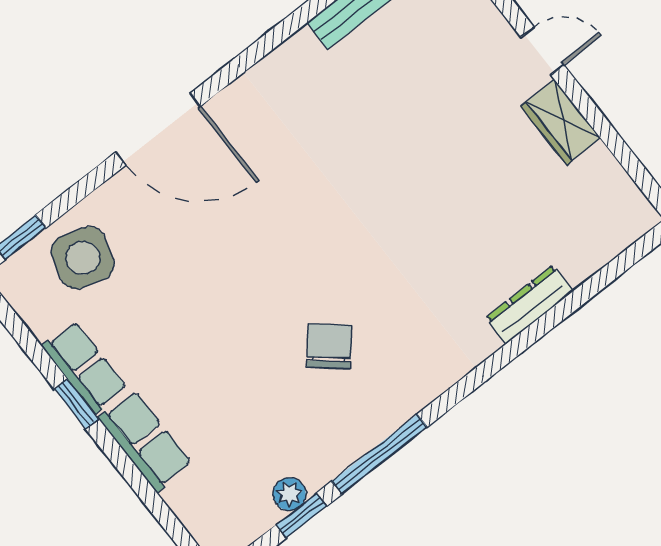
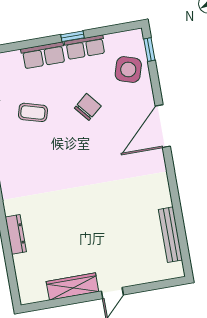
wardrobe: (561, 122) -> (72, 287), width x1.50
chair: (329, 346) -> (88, 107), moved, turned -80
coffee table: (269, 401) -> (33, 112), added

